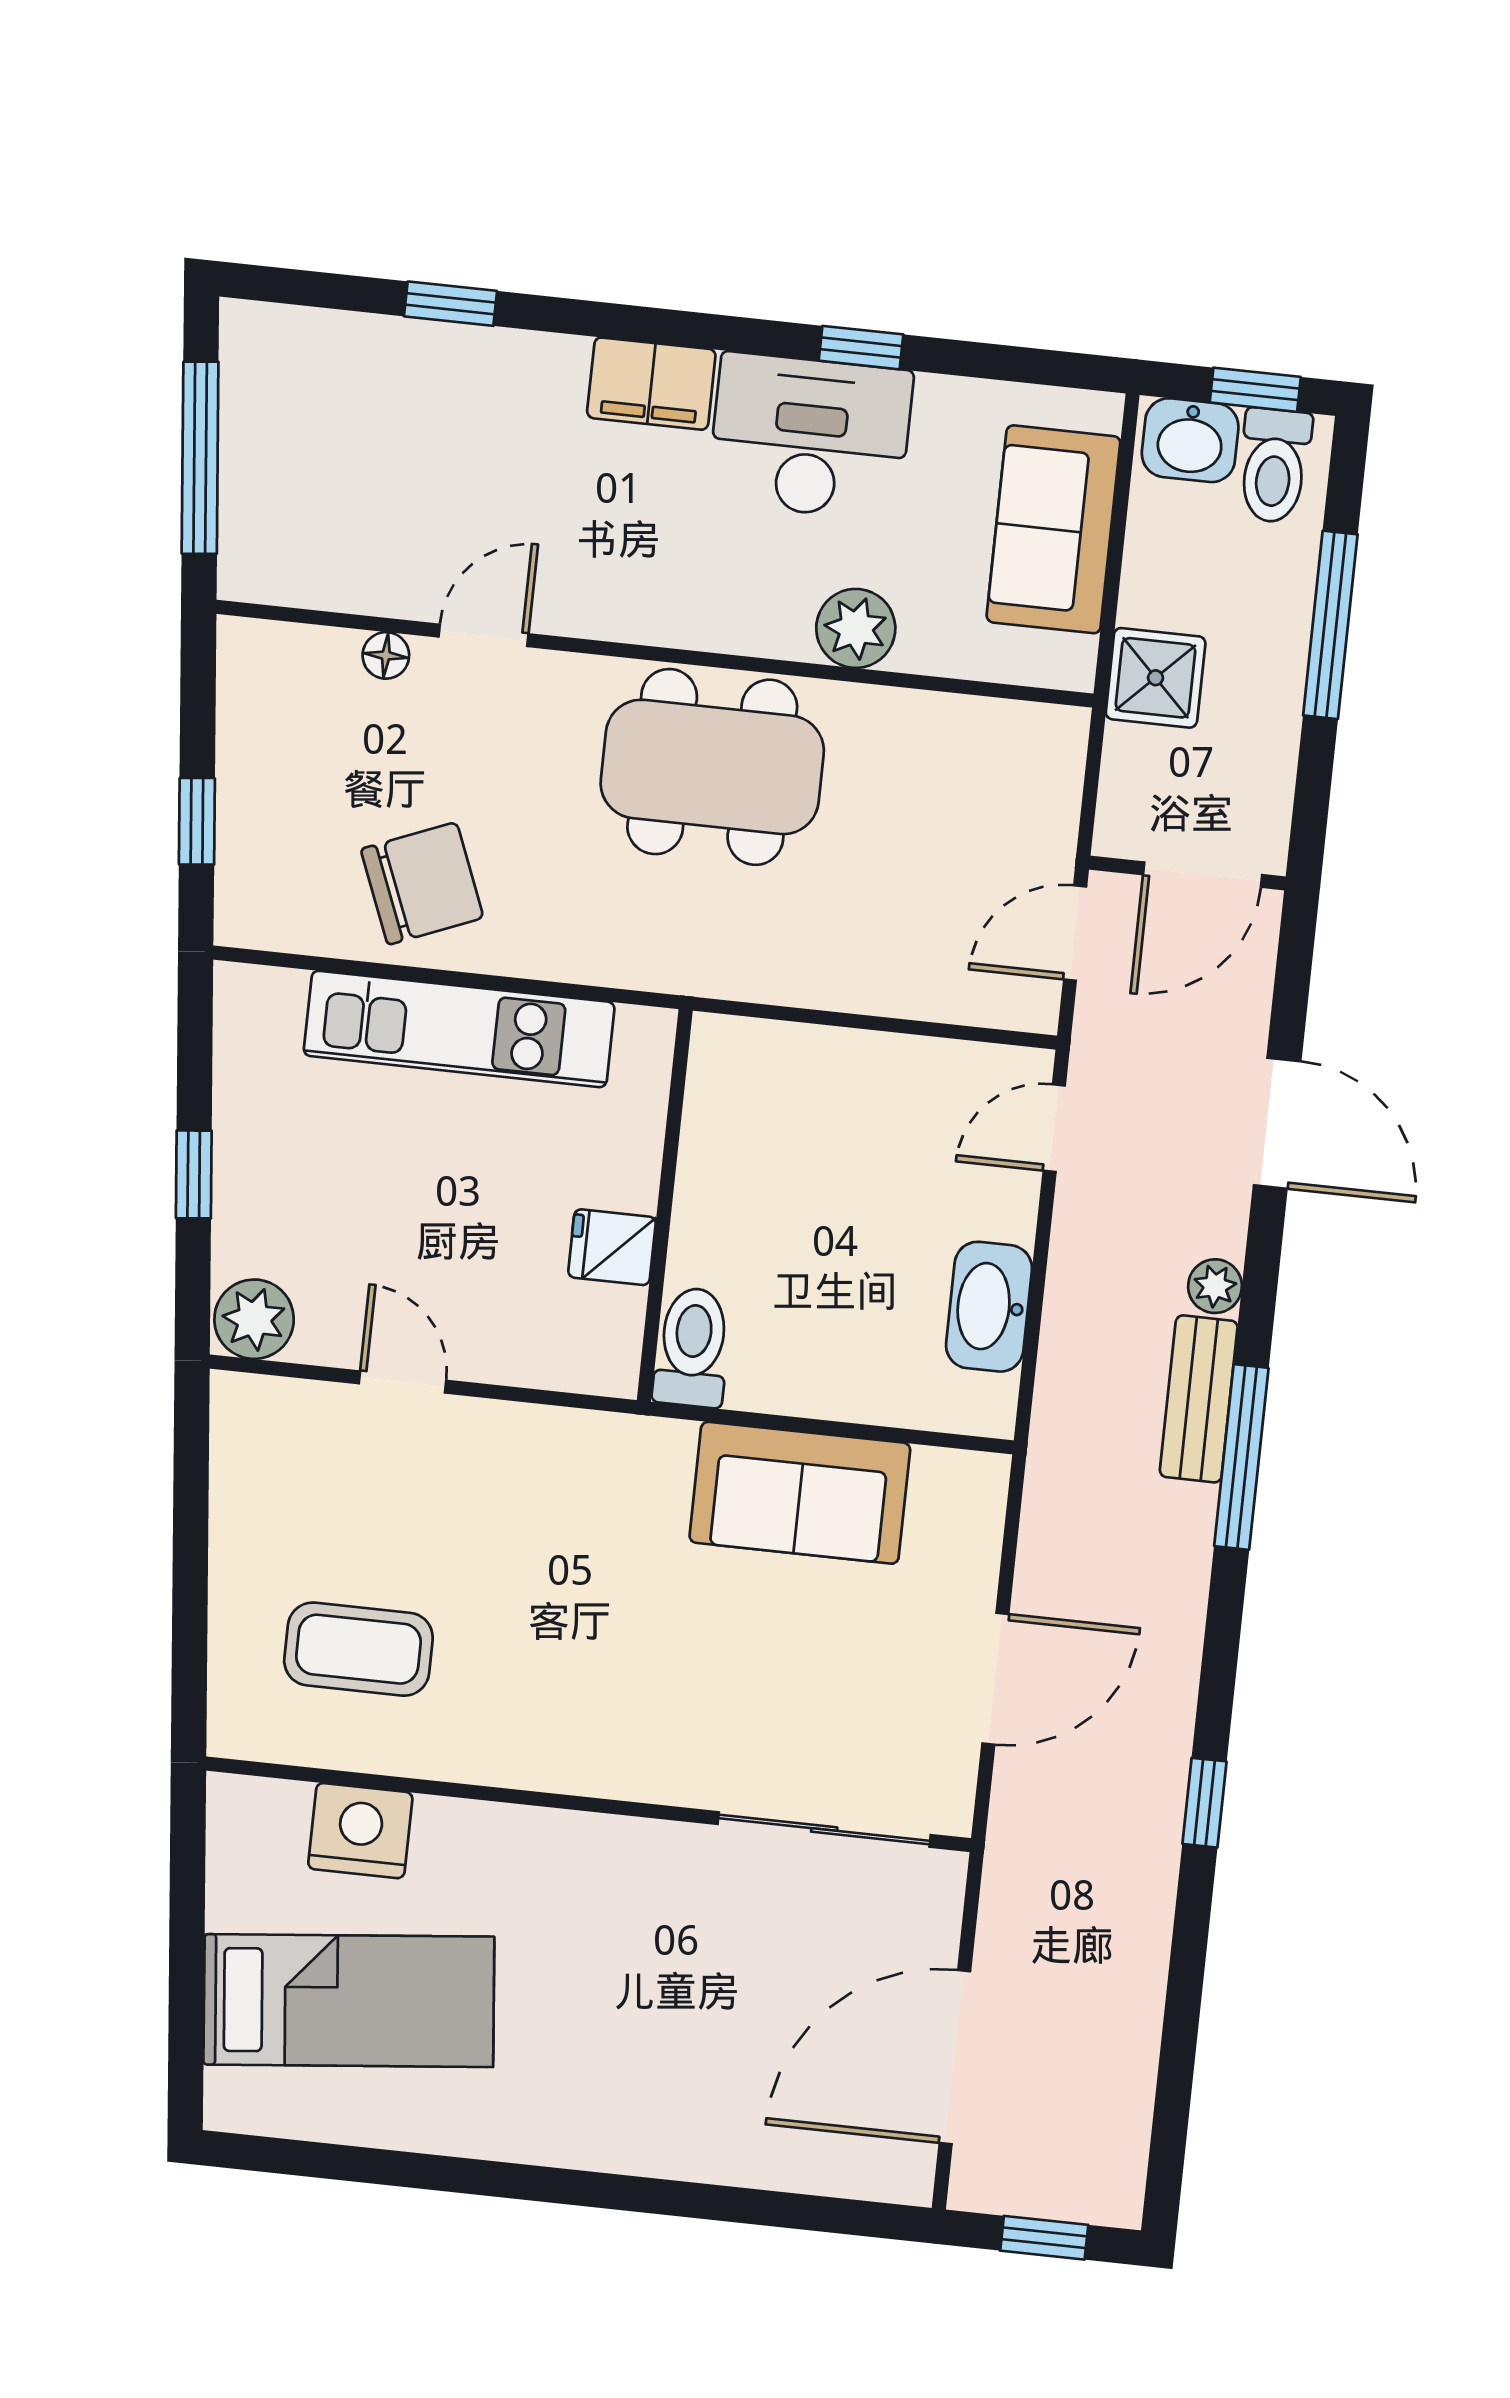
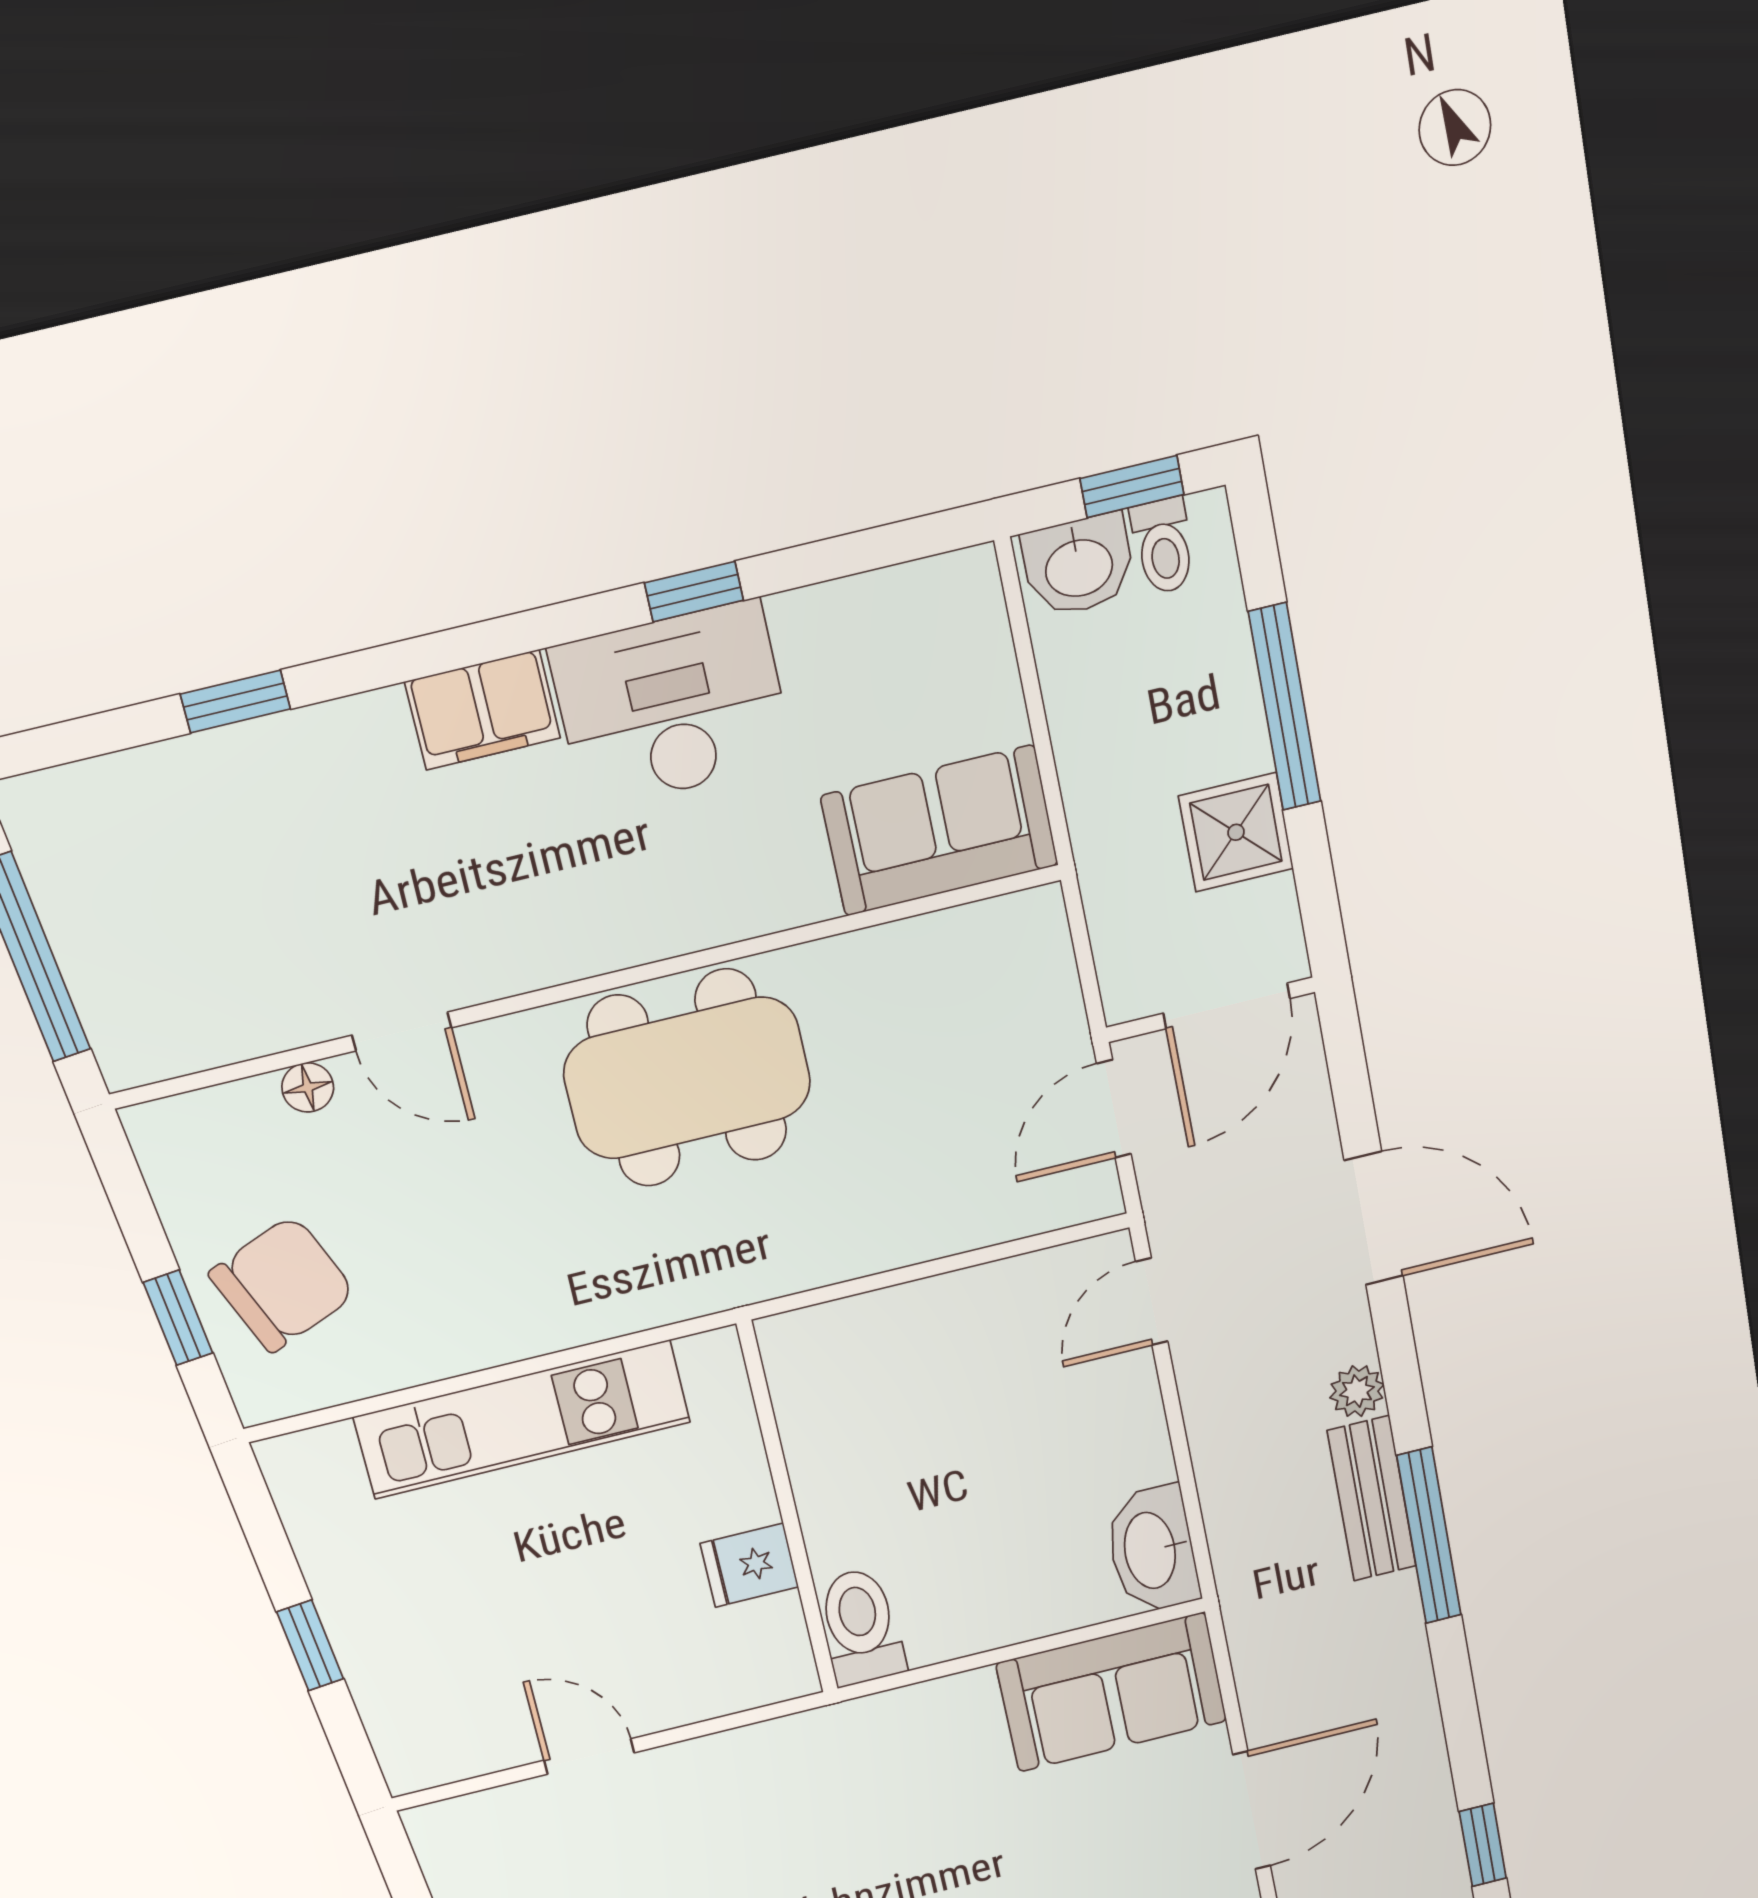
toilet: (1274, 466) -> (1163, 546), width x0.73, depth x0.72
sofa: (1053, 529) -> (940, 831), moved, turned 90
plant: (856, 628) -> (788, 887), removed
door: (484, 635) -> (402, 1031), swing flipped
shower: (1156, 678) -> (1236, 832), moved
chair: (422, 883) -> (282, 1284), moved
washbasin: (989, 1307) -> (1152, 1550), moved
plant: (254, 1319) -> (422, 1753), removed
sofa: (800, 1493) -> (1112, 1692), moved

